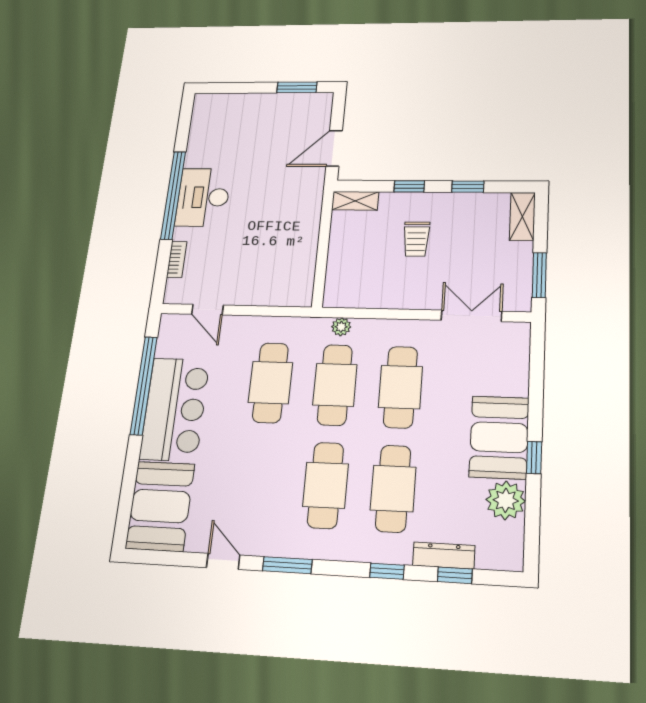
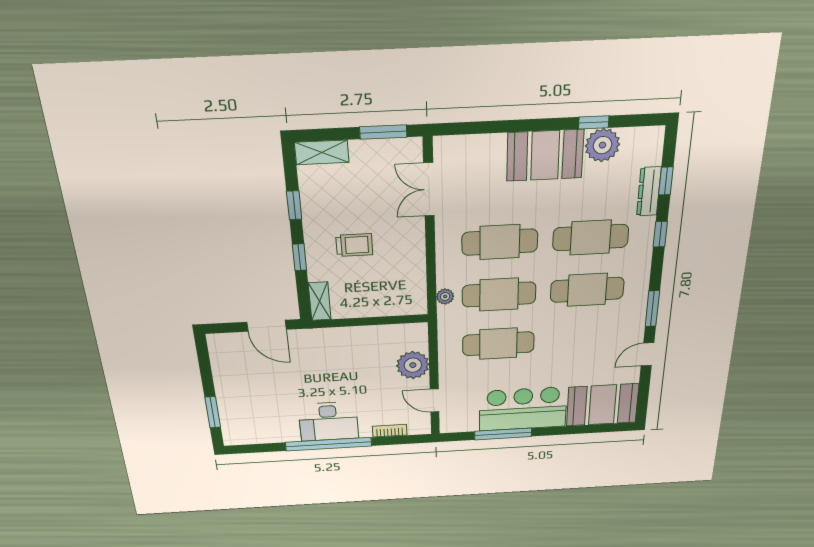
window: (297, 87) -> (213, 412), moved
plant: (259, 289) -> (413, 365), added
door: (208, 310) -> (435, 400), swing flipped
window: (144, 385) -> (503, 434), width x0.68
window: (534, 458) -> (594, 122), moved

